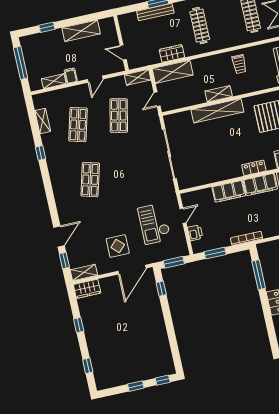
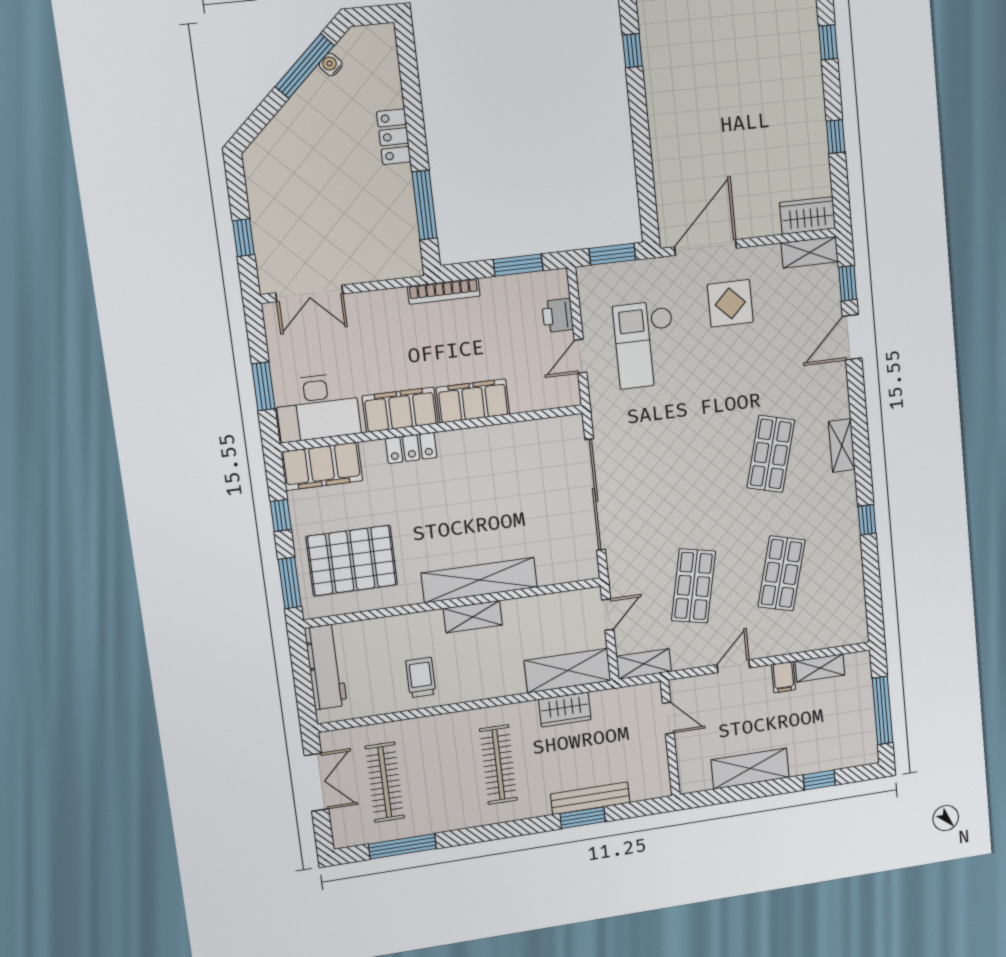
shelving: (43, 121) -> (842, 446), moved
checkout: (154, 224) -> (645, 345), turned 180
window: (161, 289) -> (632, 51), moved

